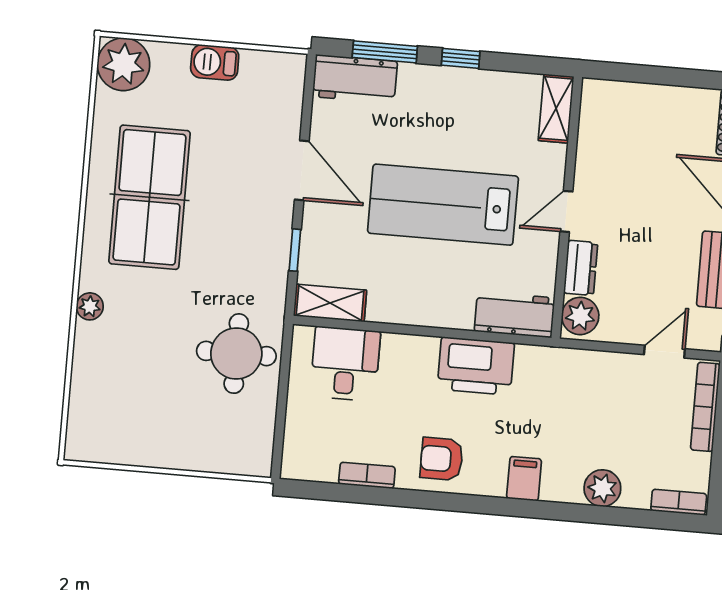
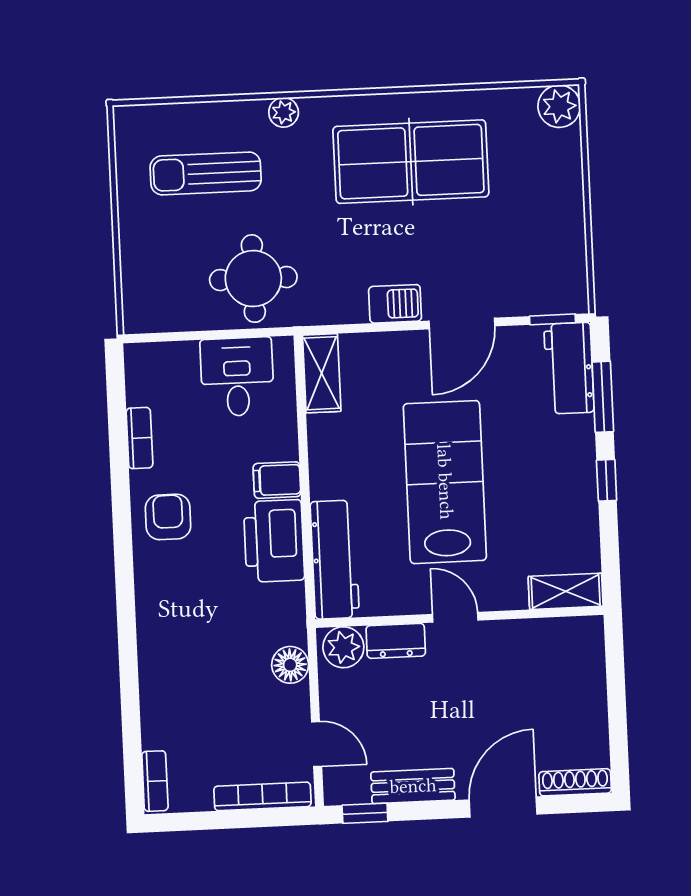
barbecue: (215, 62) -> (395, 304), moved, turned 90
plant: (123, 64) -> (559, 106), width x0.73, depth x0.73
window: (295, 250) -> (553, 319), moved
workbench: (514, 315) -> (335, 560), width x1.38
desk: (345, 364) -> (237, 377), moved, turned -90
floor lamp: (590, 366) -> (290, 665), added
sun lounger: (136, 384) -> (206, 173), added
filing cabinet: (524, 479) -> (277, 480), moved, turned 180
plant: (602, 488) -> (159, 696), removed

